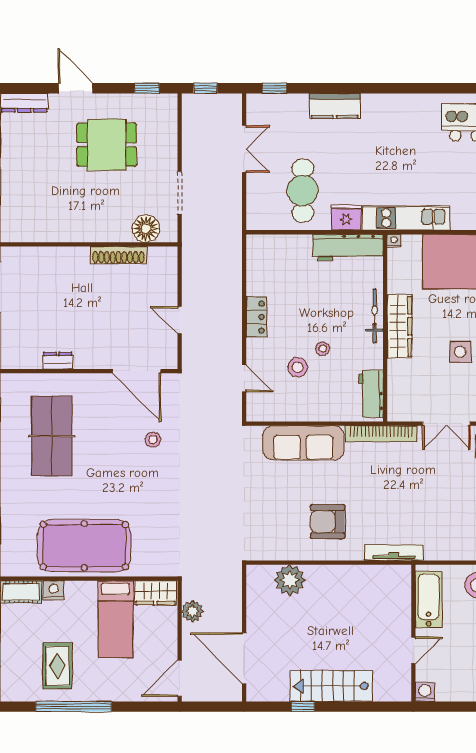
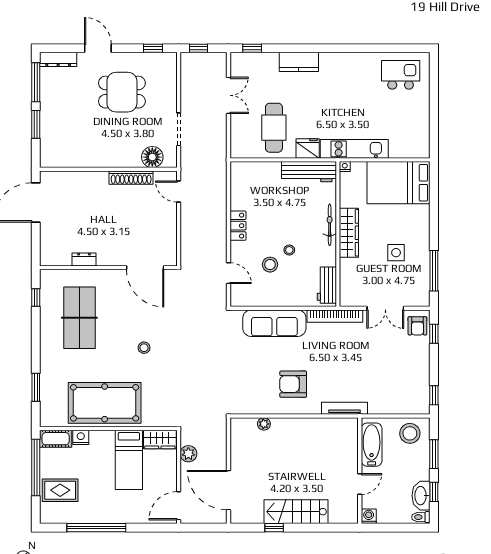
door: (180, 320) -> (179, 192), moved
stool: (153, 440) -> (144, 348), moved
plant: (290, 580) -> (264, 424), width x0.53, depth x0.53
rug: (57, 666) -> (60, 490), moved, turned 90

